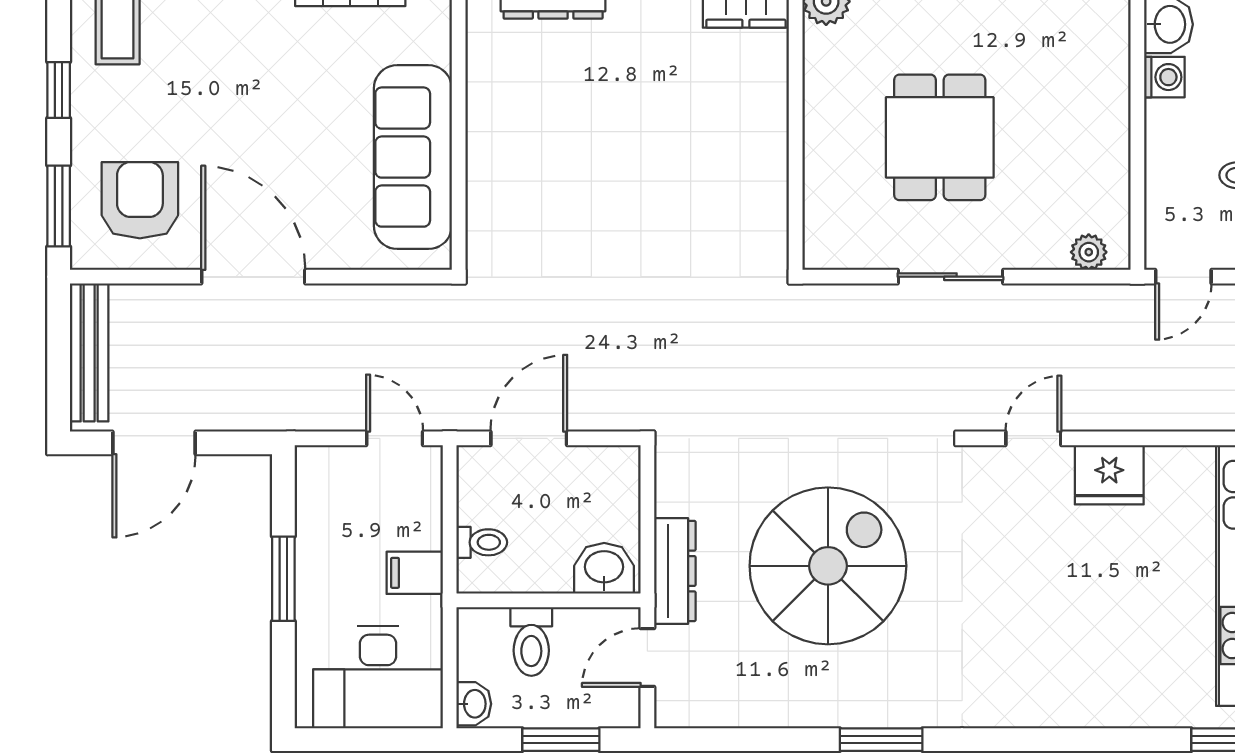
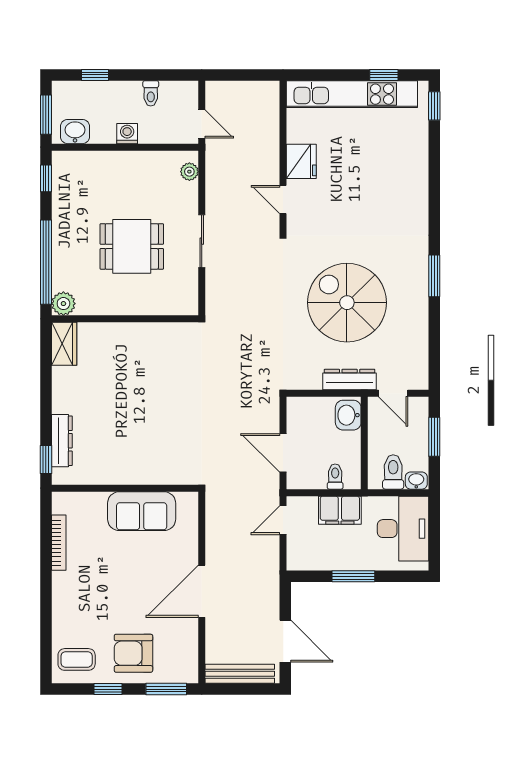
washing machine: (1164, 77) -> (127, 134), moved
sofa: (413, 157) -> (142, 511), width x0.73
armchair: (140, 200) -> (133, 653), moved
filing cabinet: (415, 573) -> (340, 510), width x2.00
toilet: (531, 641) -> (393, 472), moved, turned -90

